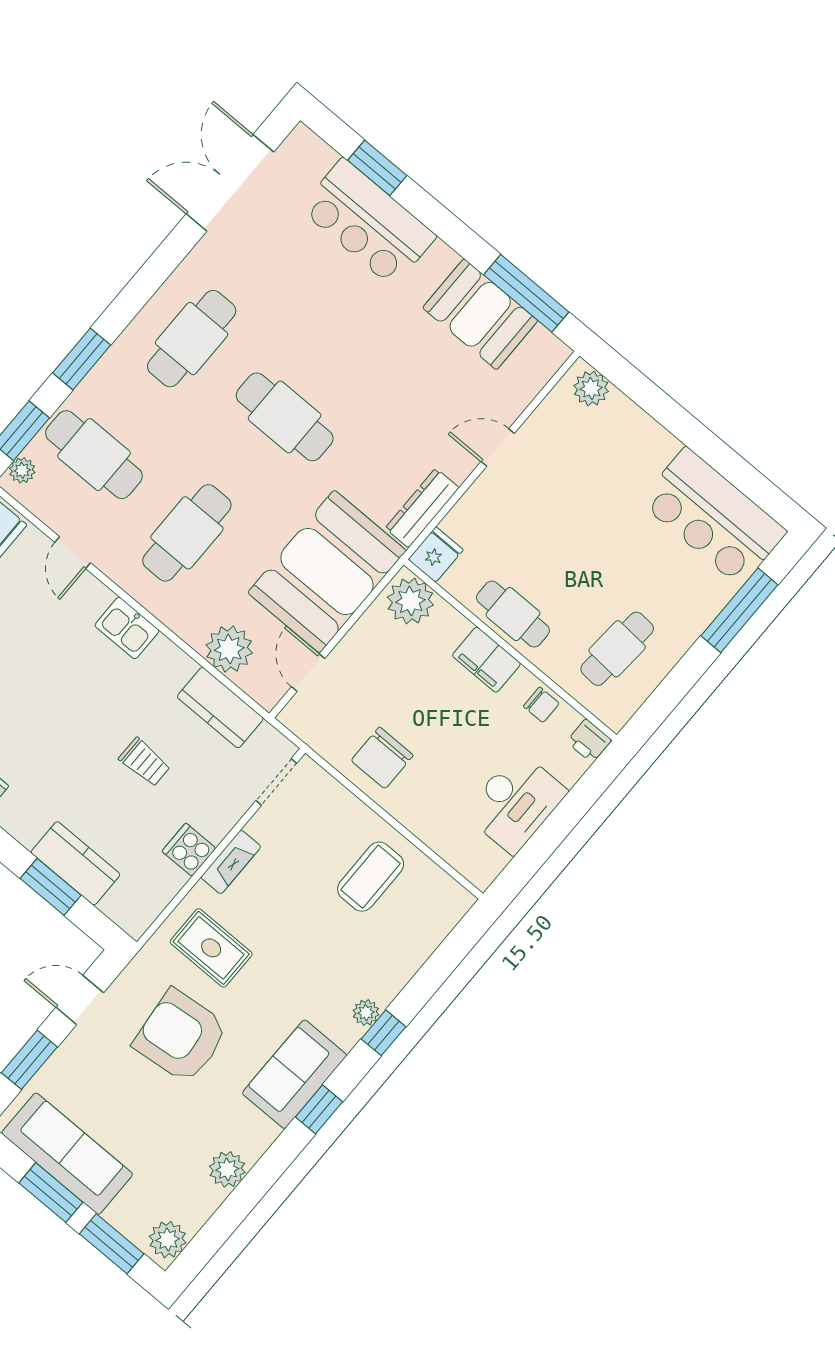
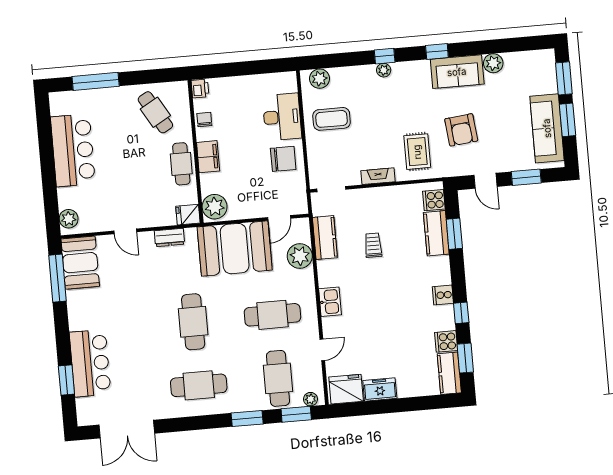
booth: (480, 314) -> (80, 263), moved
dresser: (422, 508) -> (169, 237), width x0.70
bar counter: (713, 517) -> (73, 150), moved
cafe table: (617, 649) -> (155, 112), turned 56
desk: (516, 802) -> (282, 117), moved, turned 90
cooker: (189, 850) -> (434, 200), moved, turned 90
armchair: (181, 1036) -> (461, 130), width x0.73, depth x0.73
sofa: (294, 1074) -> (457, 72), moved
plant: (168, 1240) -> (319, 79), moved

